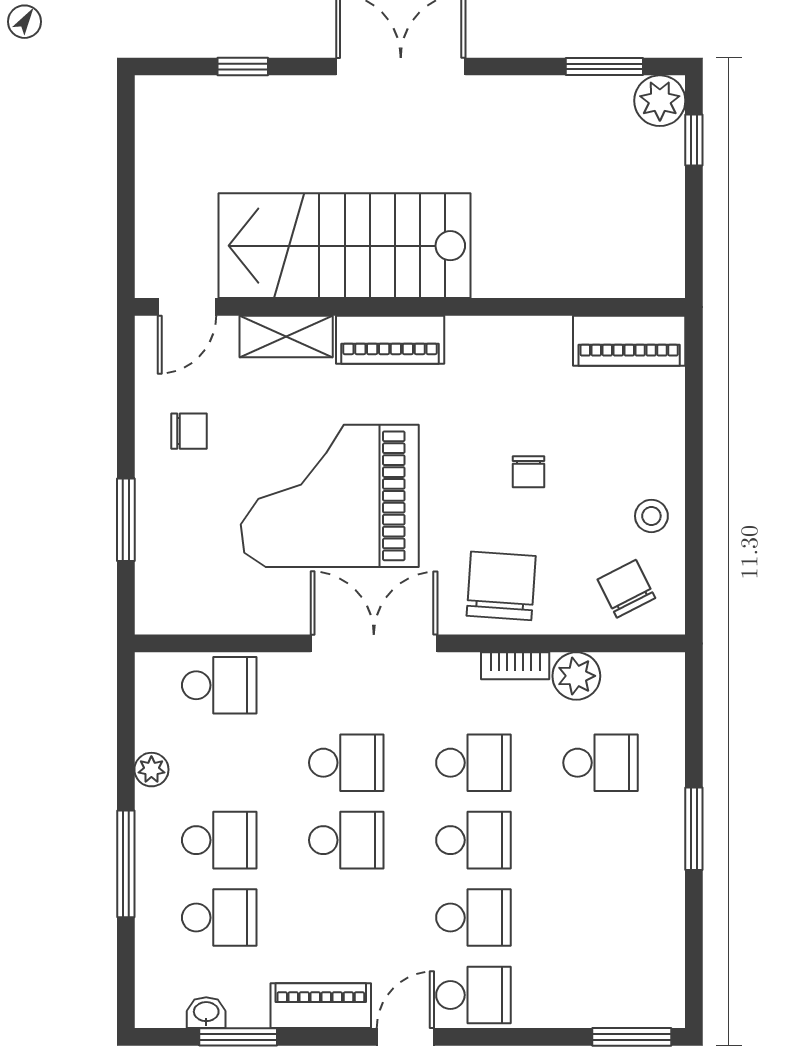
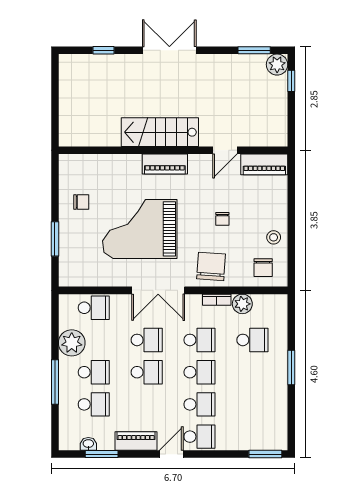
stairs: (345, 246) -> (160, 132), width x0.73, depth x0.66
door: (187, 307) -> (225, 150), moved
shelving: (286, 337) -> (122, 163), removed
chair: (626, 589) -> (263, 268), turned -153
double door: (374, 643) -> (158, 290), swing flipped
plant: (151, 770) -> (72, 343), width x1.88, depth x1.88

